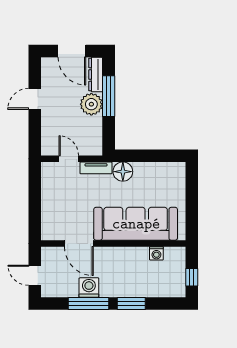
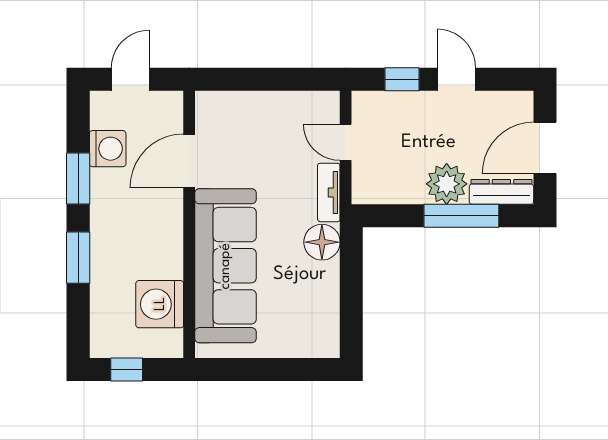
window: (35, 128) -> (402, 79), added
door: (69, 159) -> (346, 142), swing flipped
washing machine: (156, 253) -> (160, 304), width x1.89, depth x1.89
washing machine: (89, 288) -> (108, 149), moved
window: (88, 303) -> (78, 179), width x0.69

